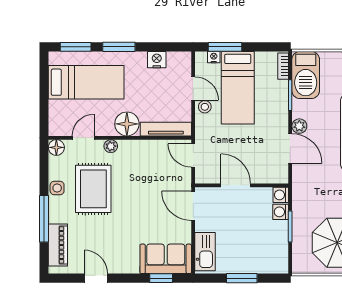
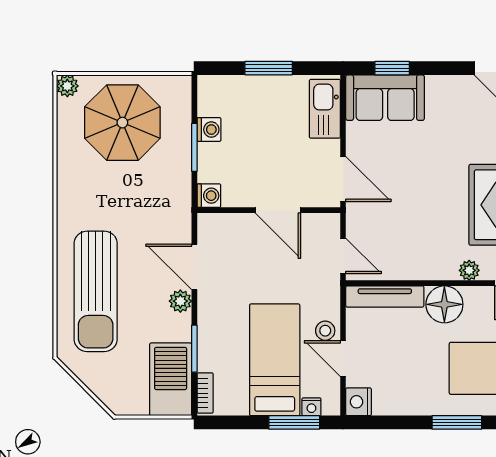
nightstand: (157, 60) -> (359, 402), moved, turned 90
washing machine: (281, 212) -> (209, 130), moved

